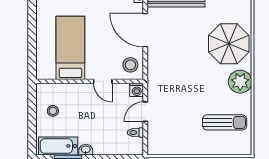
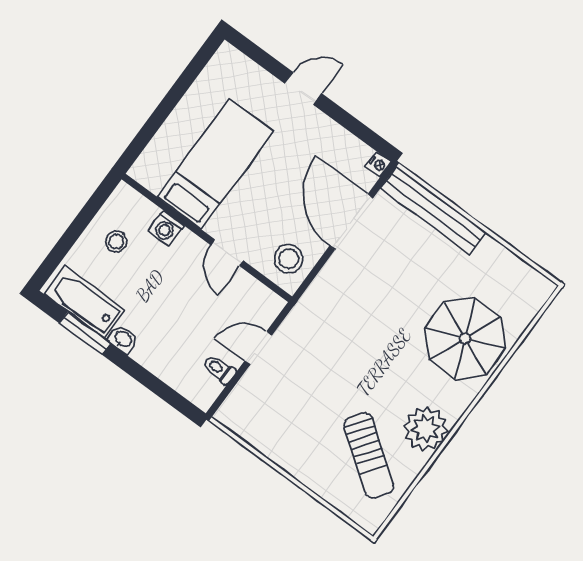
plant: (240, 82) -> (426, 429), moved
washing machine: (137, 90) -> (166, 228), moved
sun lounger: (225, 122) -> (369, 455), turned 36

